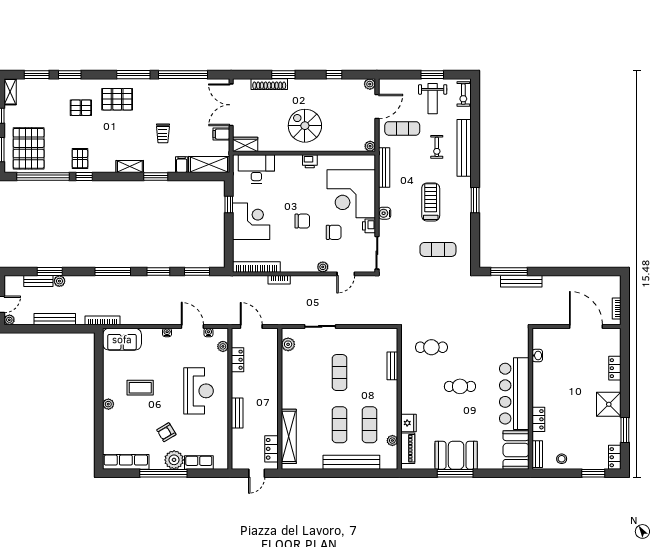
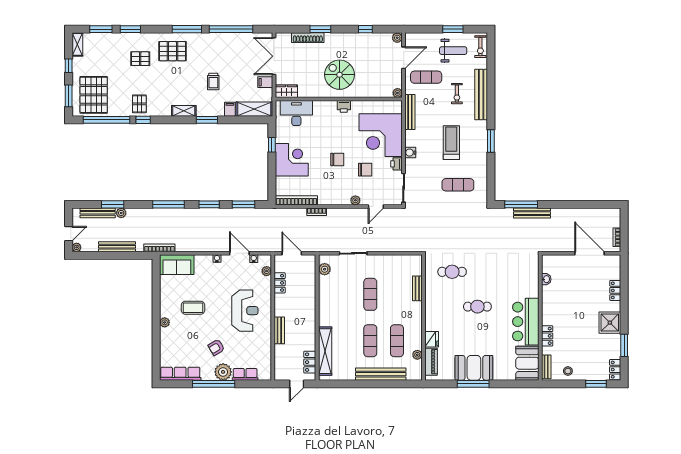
weight bench: (433, 99) -> (453, 51), turned -90
bench: (38, 281) -> (98, 213), width x1.36
bar counter: (514, 394) -> (526, 322), width x0.73

